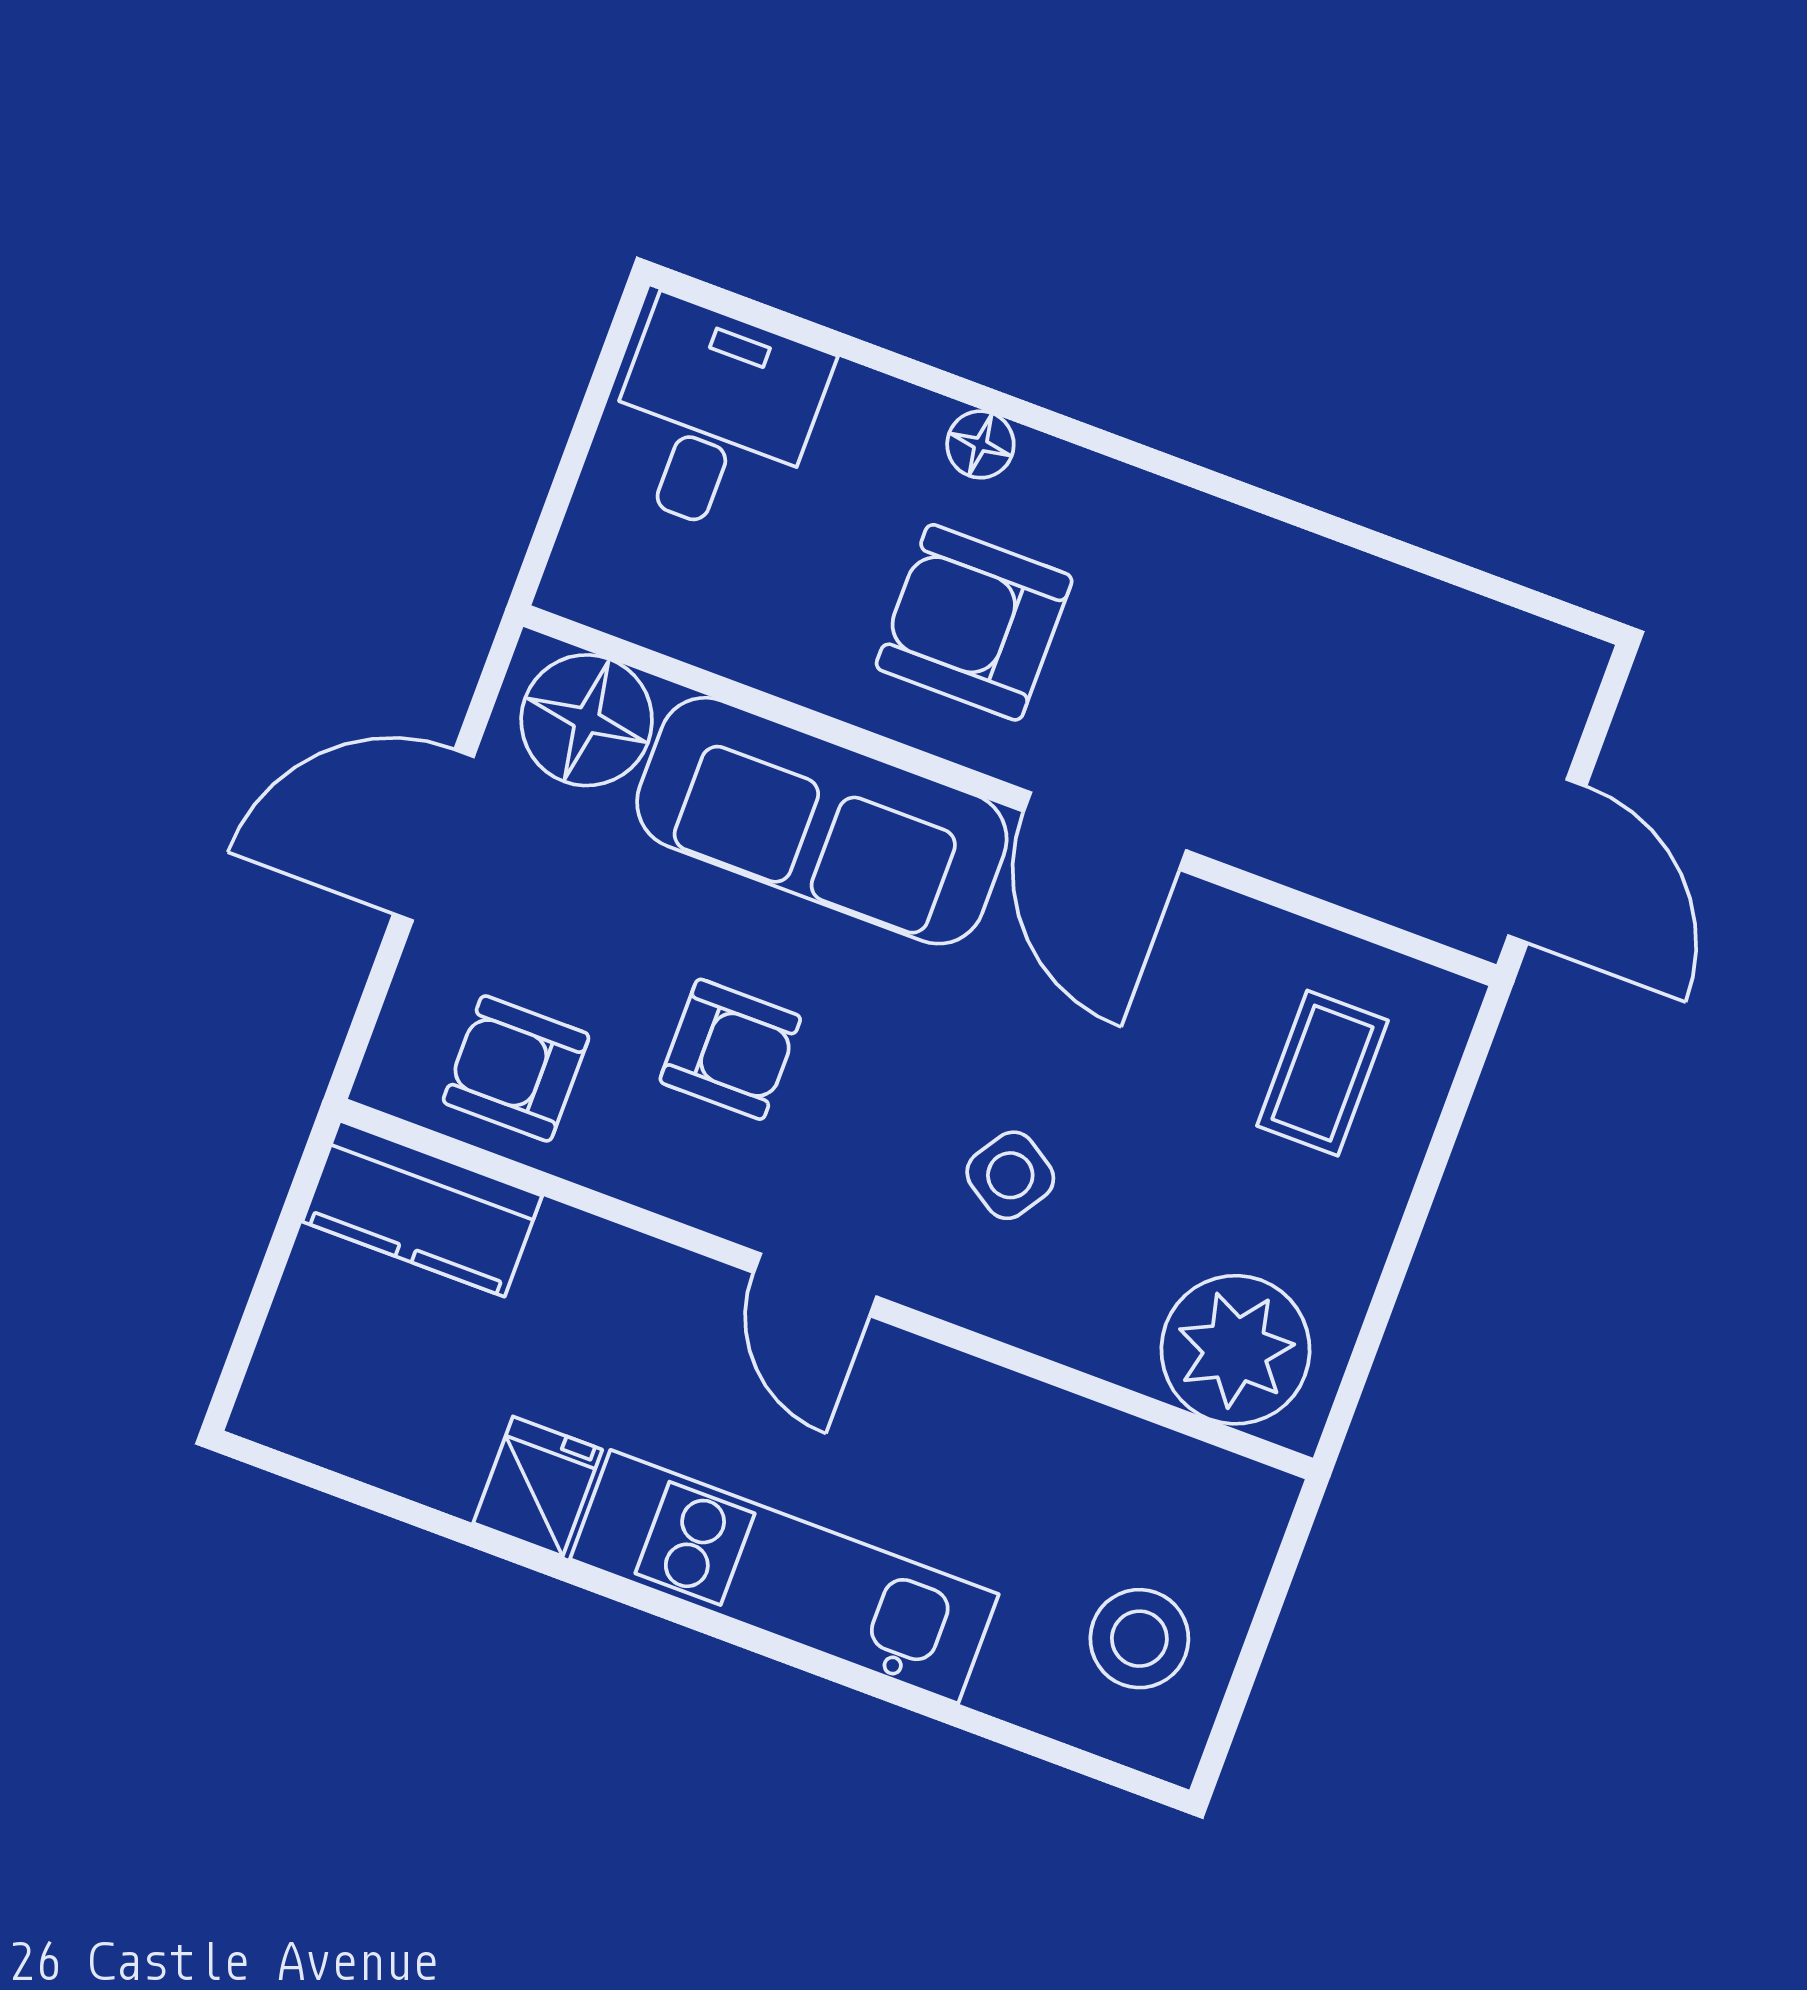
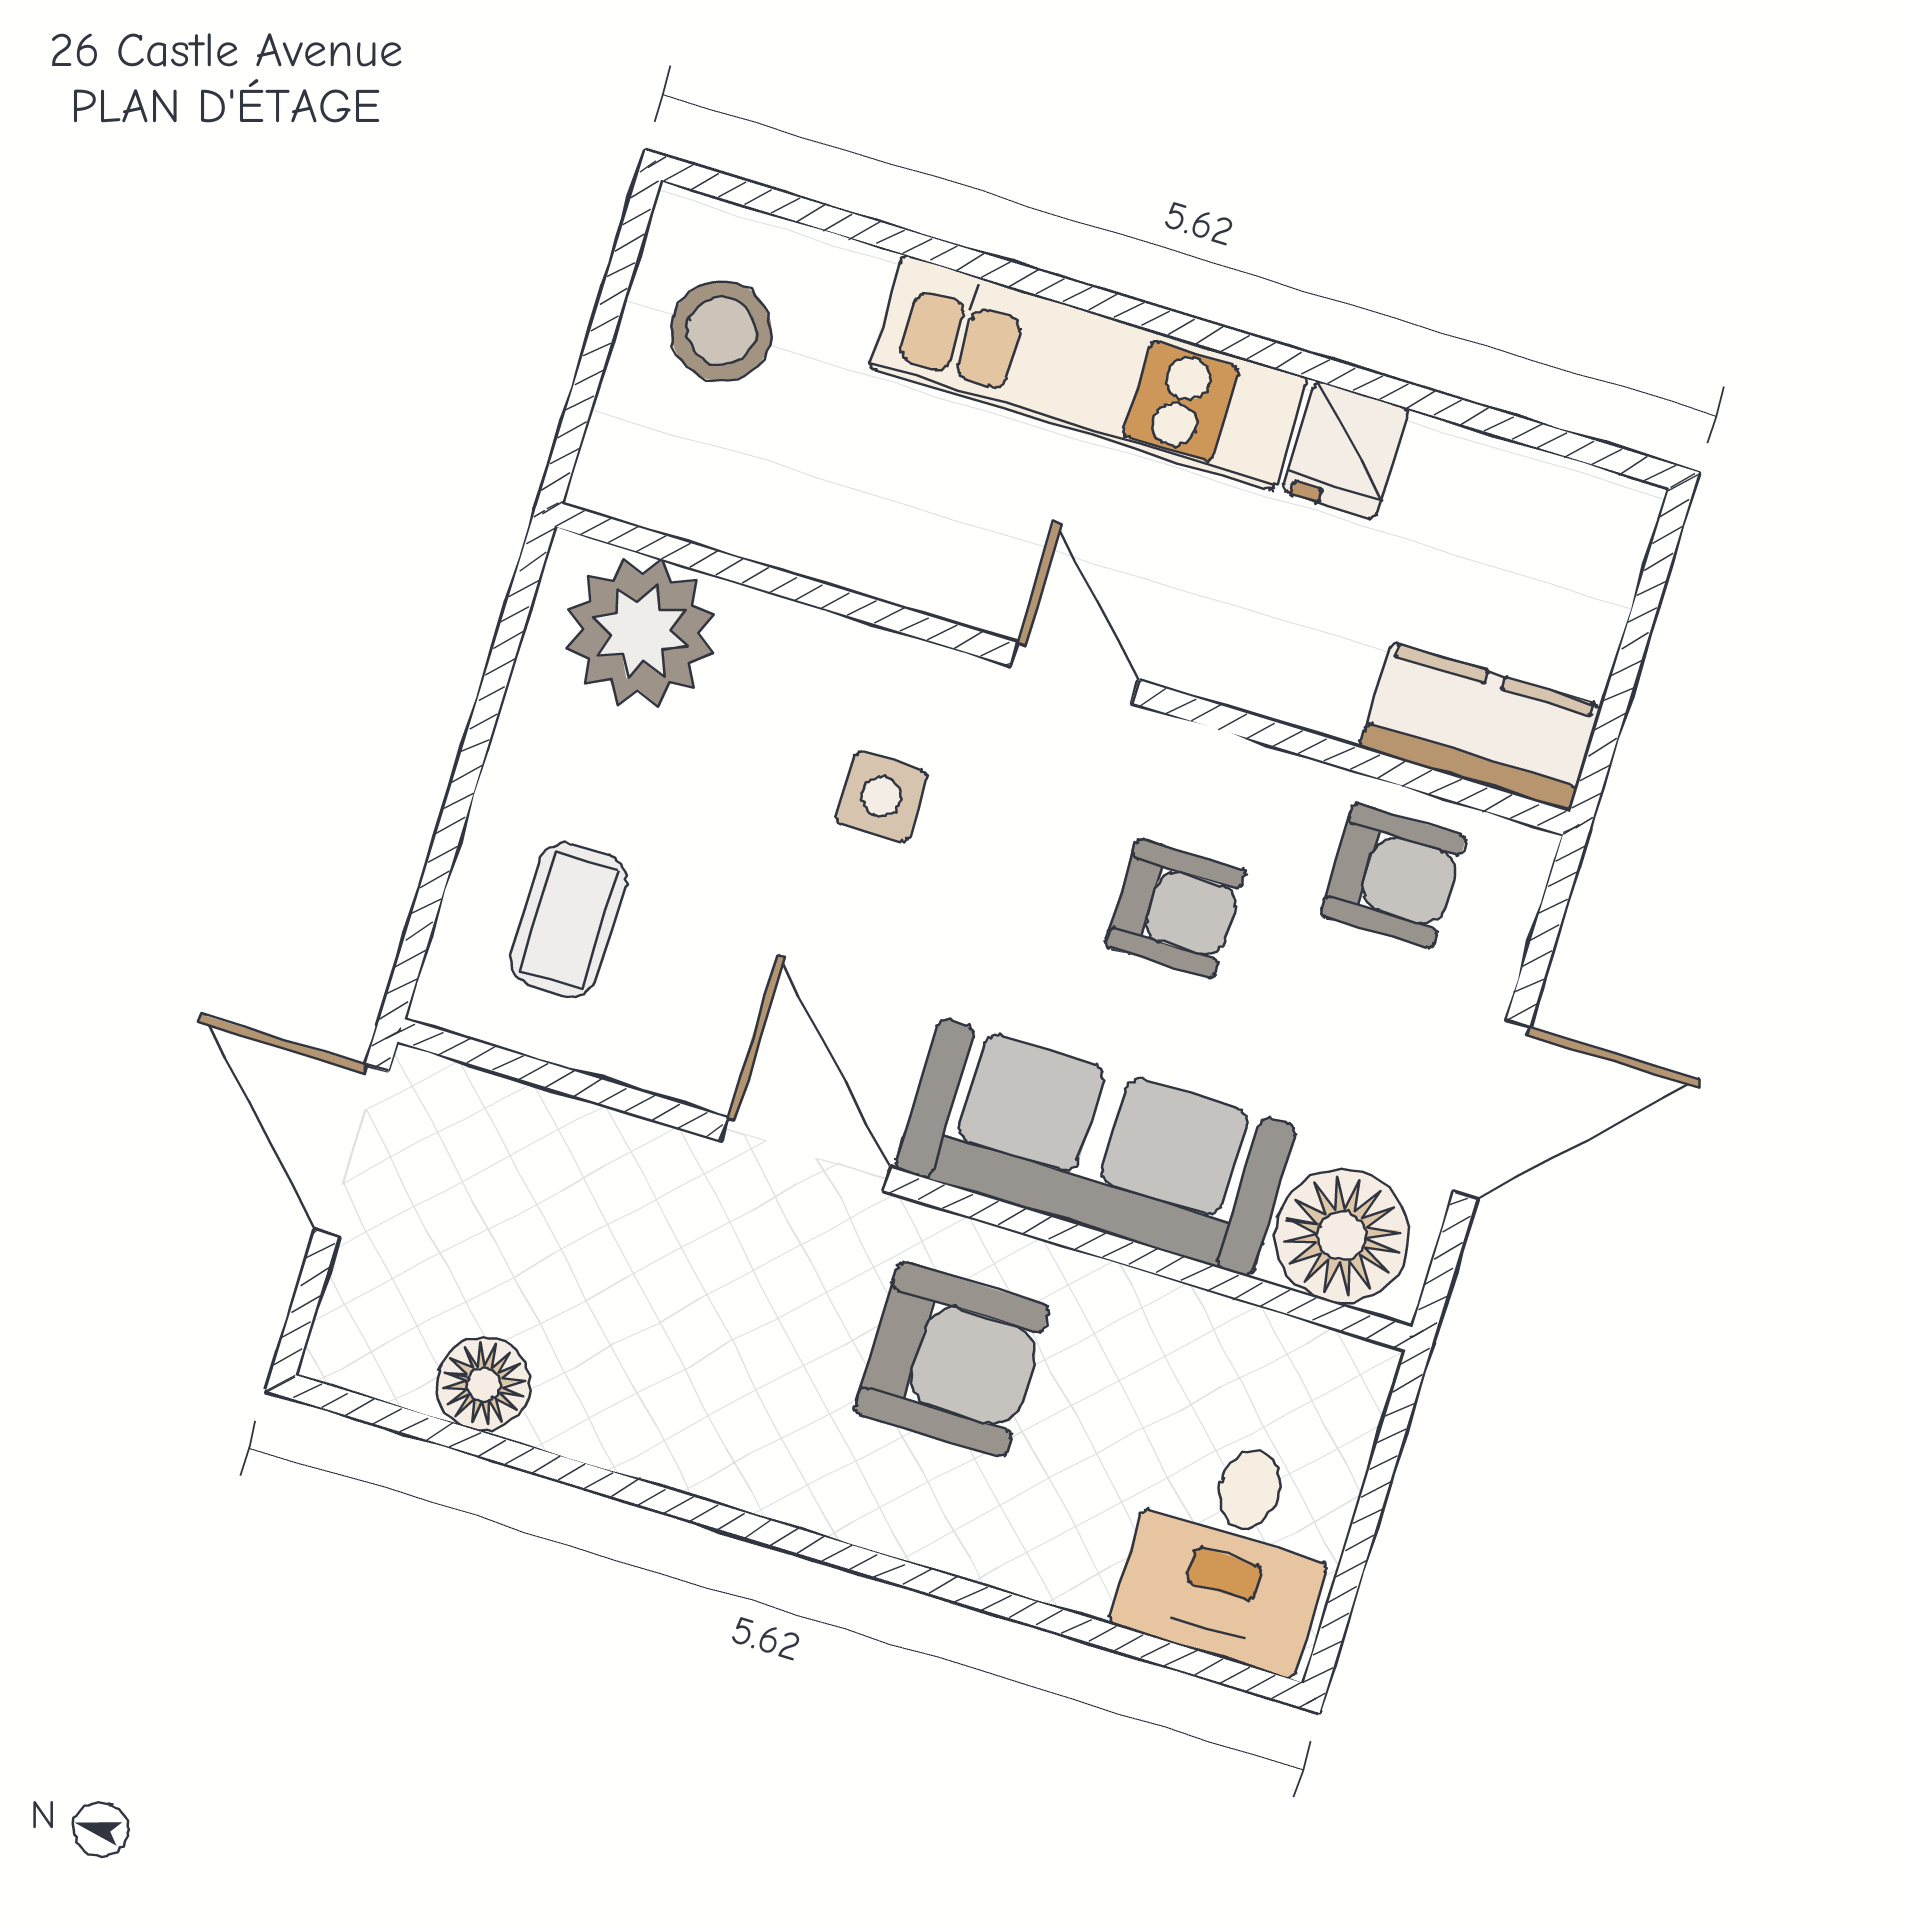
floor lamp: (980, 444) -> (484, 1384), moved, width x1.37, depth x1.37
armchair: (730, 1049) -> (1175, 908), turned 180
side table: (1010, 1175) -> (881, 797), turned -33

